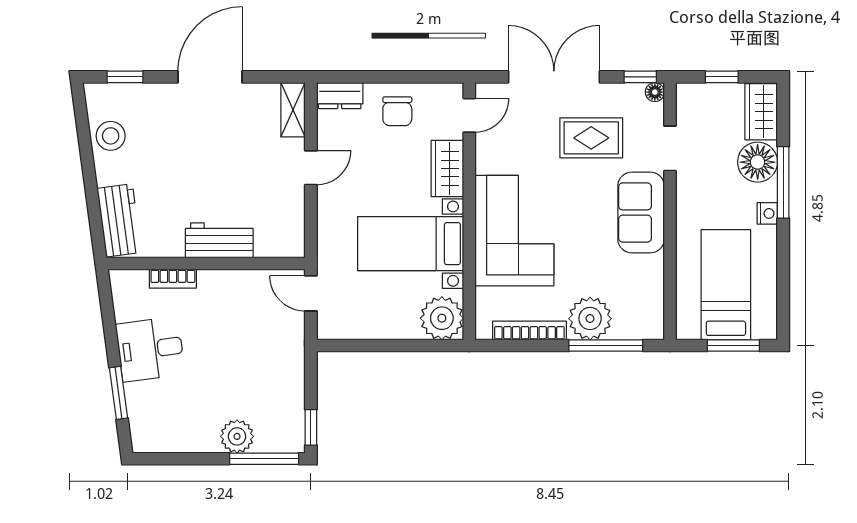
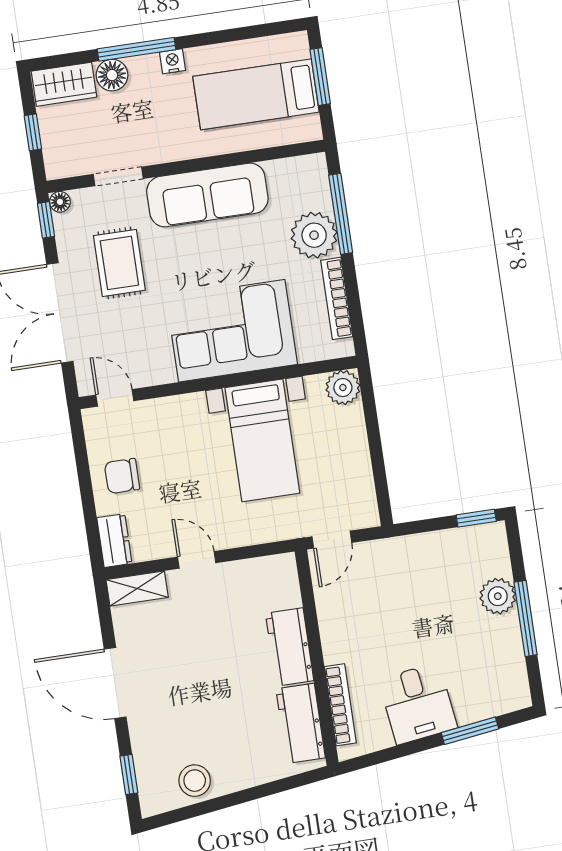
chair: (397, 111) -> (122, 476), turned 180
floor lamp: (758, 162) -> (112, 75), width x0.73, depth x0.73
wardrobe: (447, 168) -> (176, 413), removed
sofa: (641, 213) -> (207, 195), width x1.36
workbench: (119, 220) -> (301, 723), moved, turned -82
bookcase: (173, 279) -> (340, 705), width x1.56
plant: (442, 318) -> (343, 388), width x0.73, depth x0.73
window: (264, 459) -> (526, 618), moved

